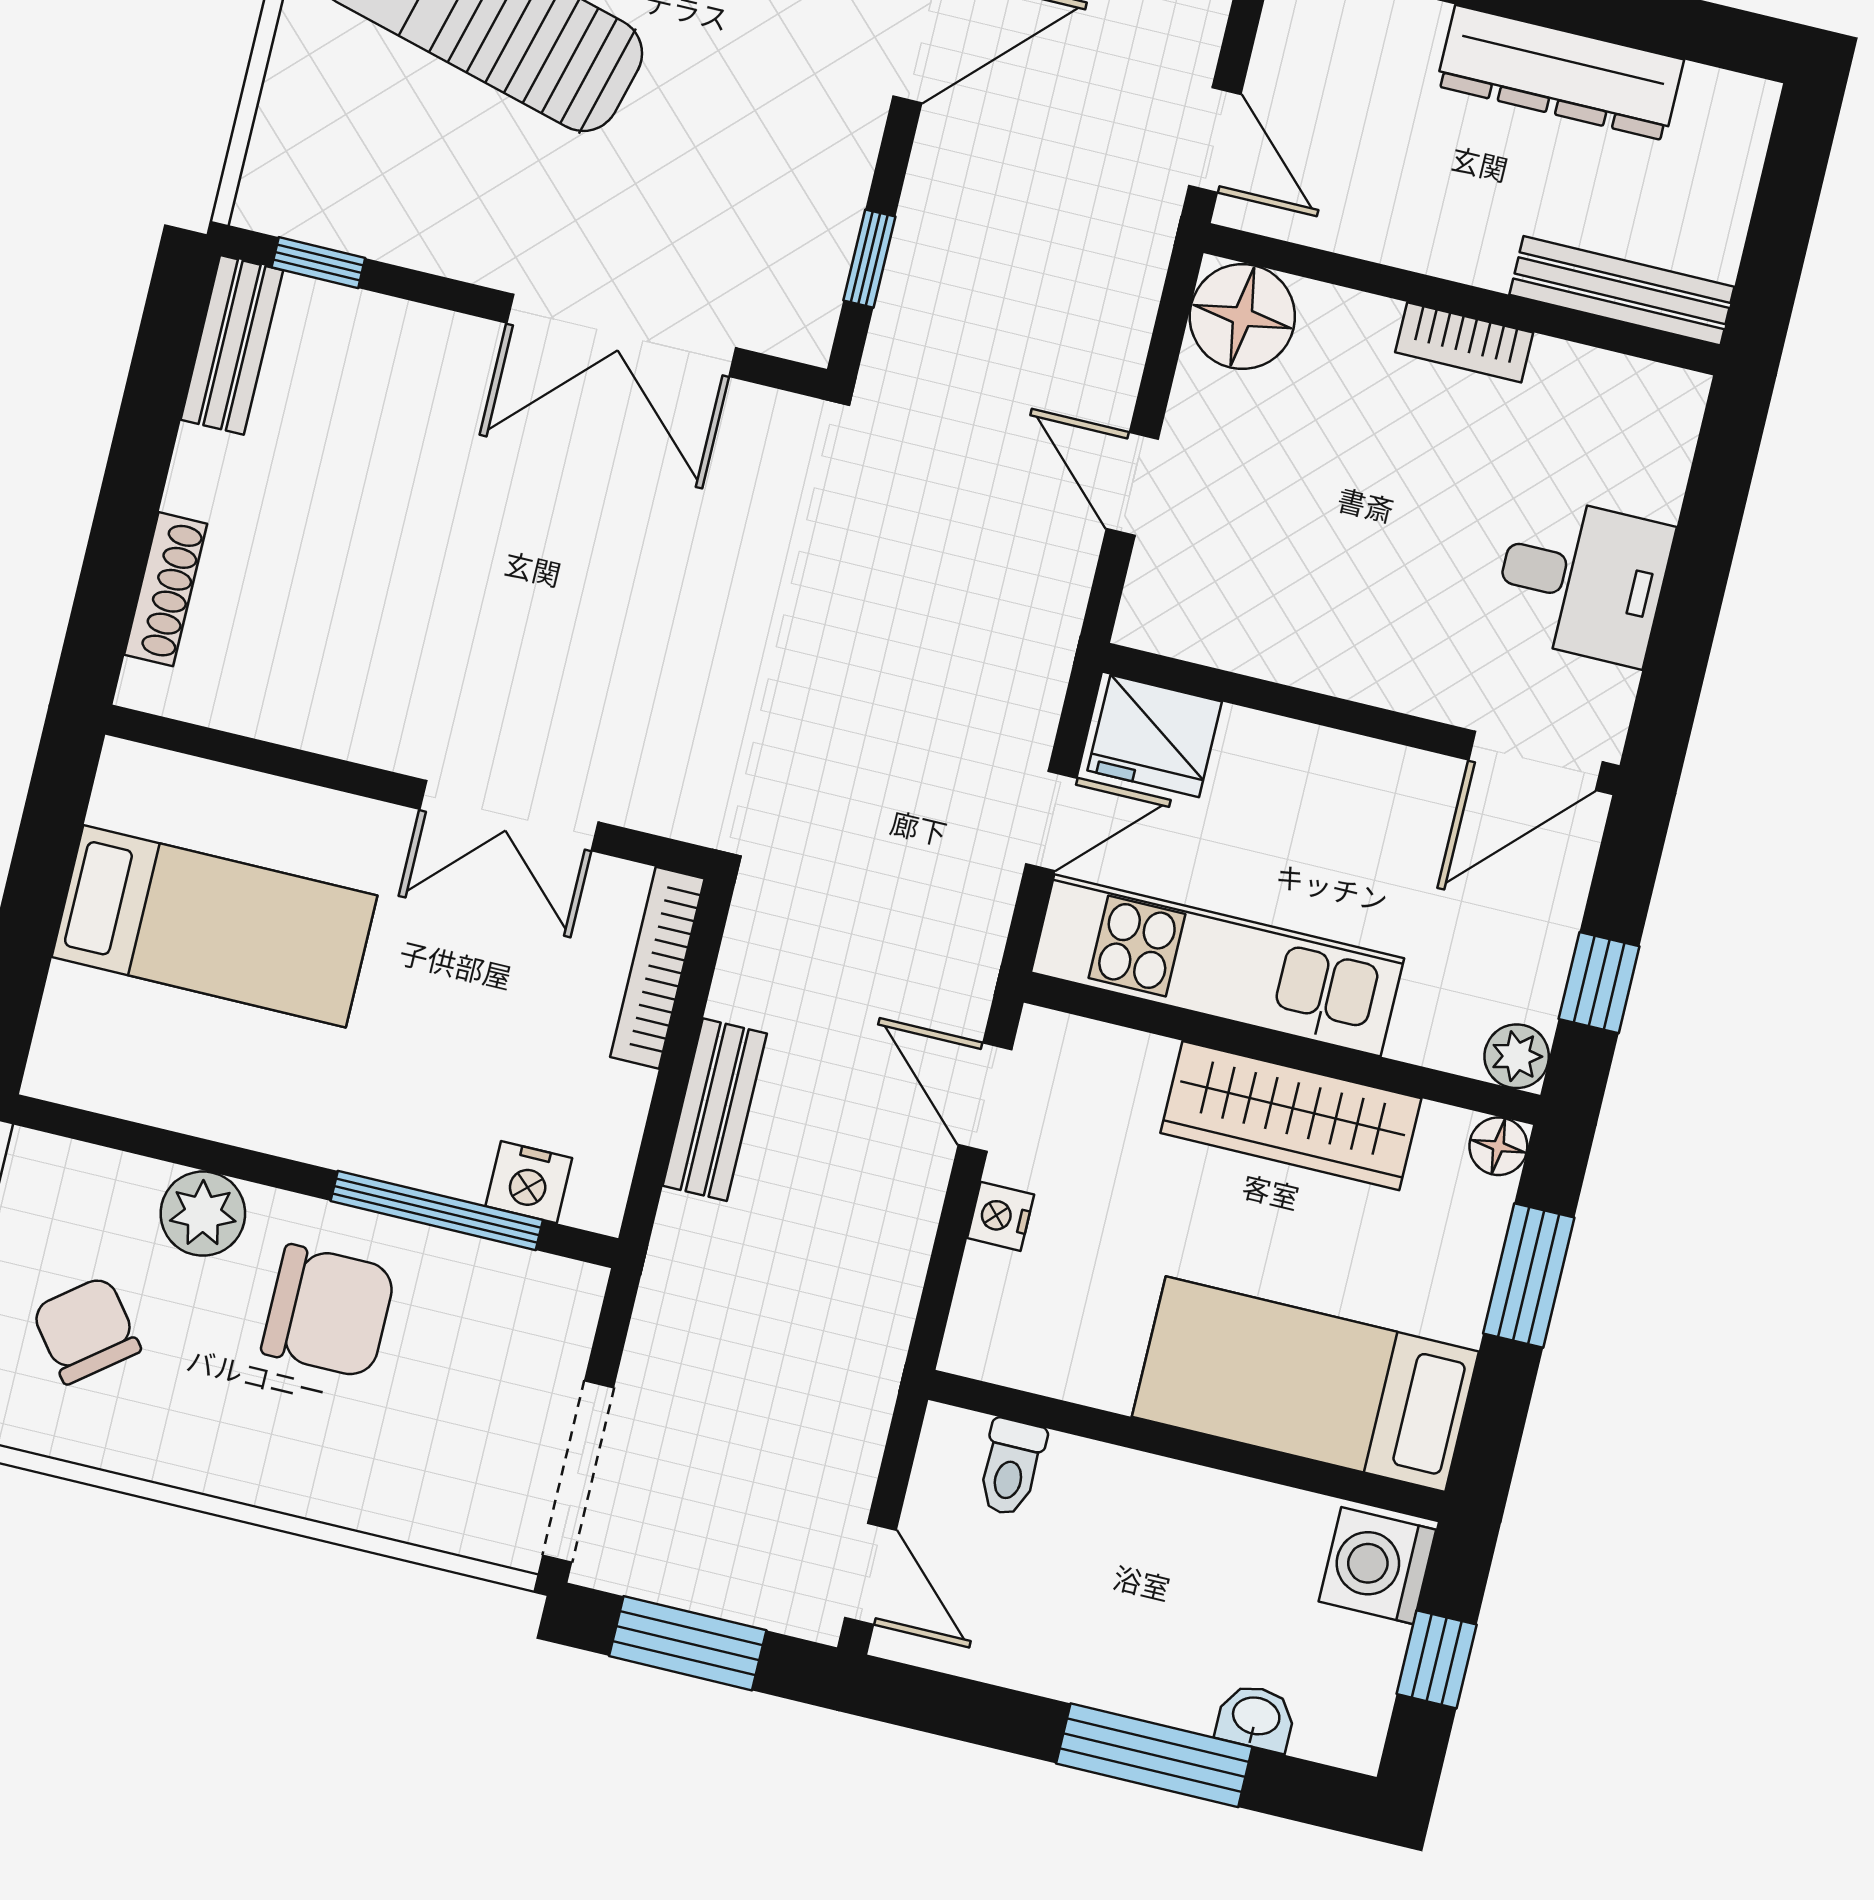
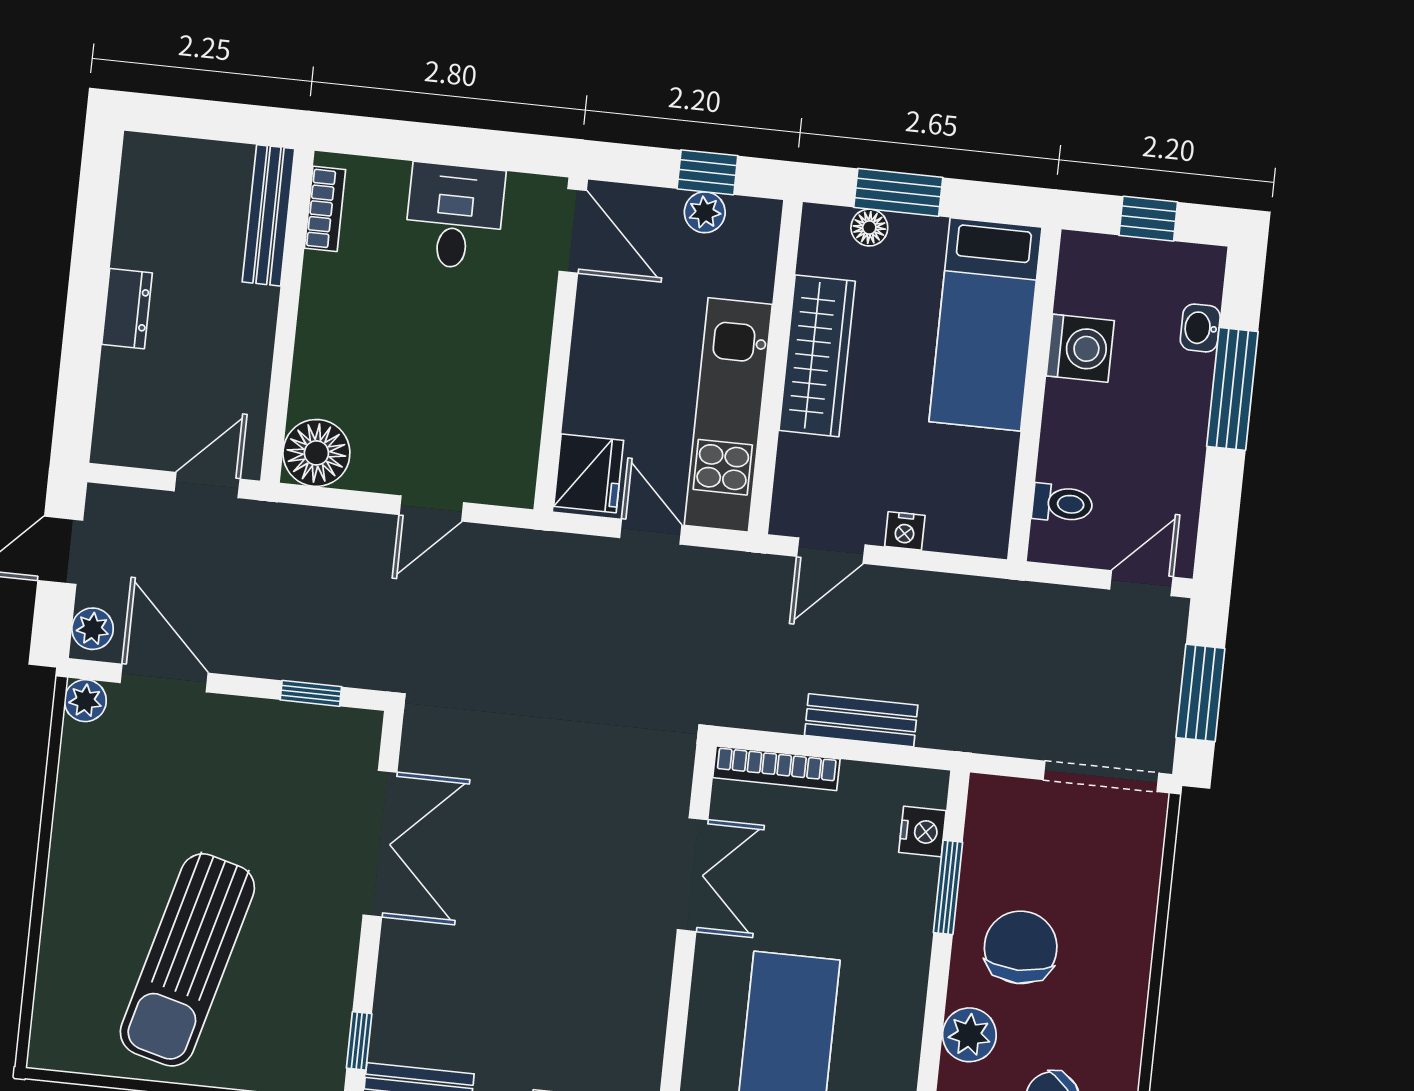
dresser: (1560, 73) -> (127, 309), width x0.51, depth x0.80
bookcase: (1464, 342) -> (325, 209), moved
plant: (1517, 1056) -> (705, 212), moved
floor lamp: (1498, 1146) -> (869, 228), moved
window: (437, 1210) -> (948, 887), width x0.69
washing machine: (1377, 1566) -> (1080, 348), moved, turned -90

